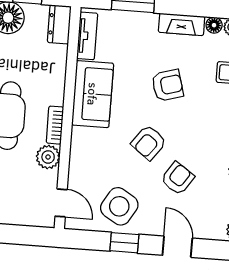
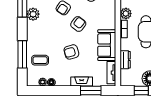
dresser: (59, 24) -> (125, 60), moved
fireplace: (182, 24) -> (82, 82), moved

